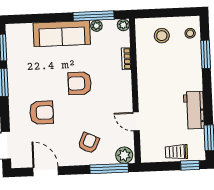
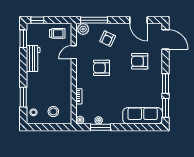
window: (94, 16) -> (100, 127), width x0.69
sofa: (62, 34) -> (143, 116), moved
armchair: (80, 83) -> (102, 68), moved, turned 180
door: (136, 121) -> (74, 52), swing flipped
trolley: (176, 152) -> (57, 33), moved

